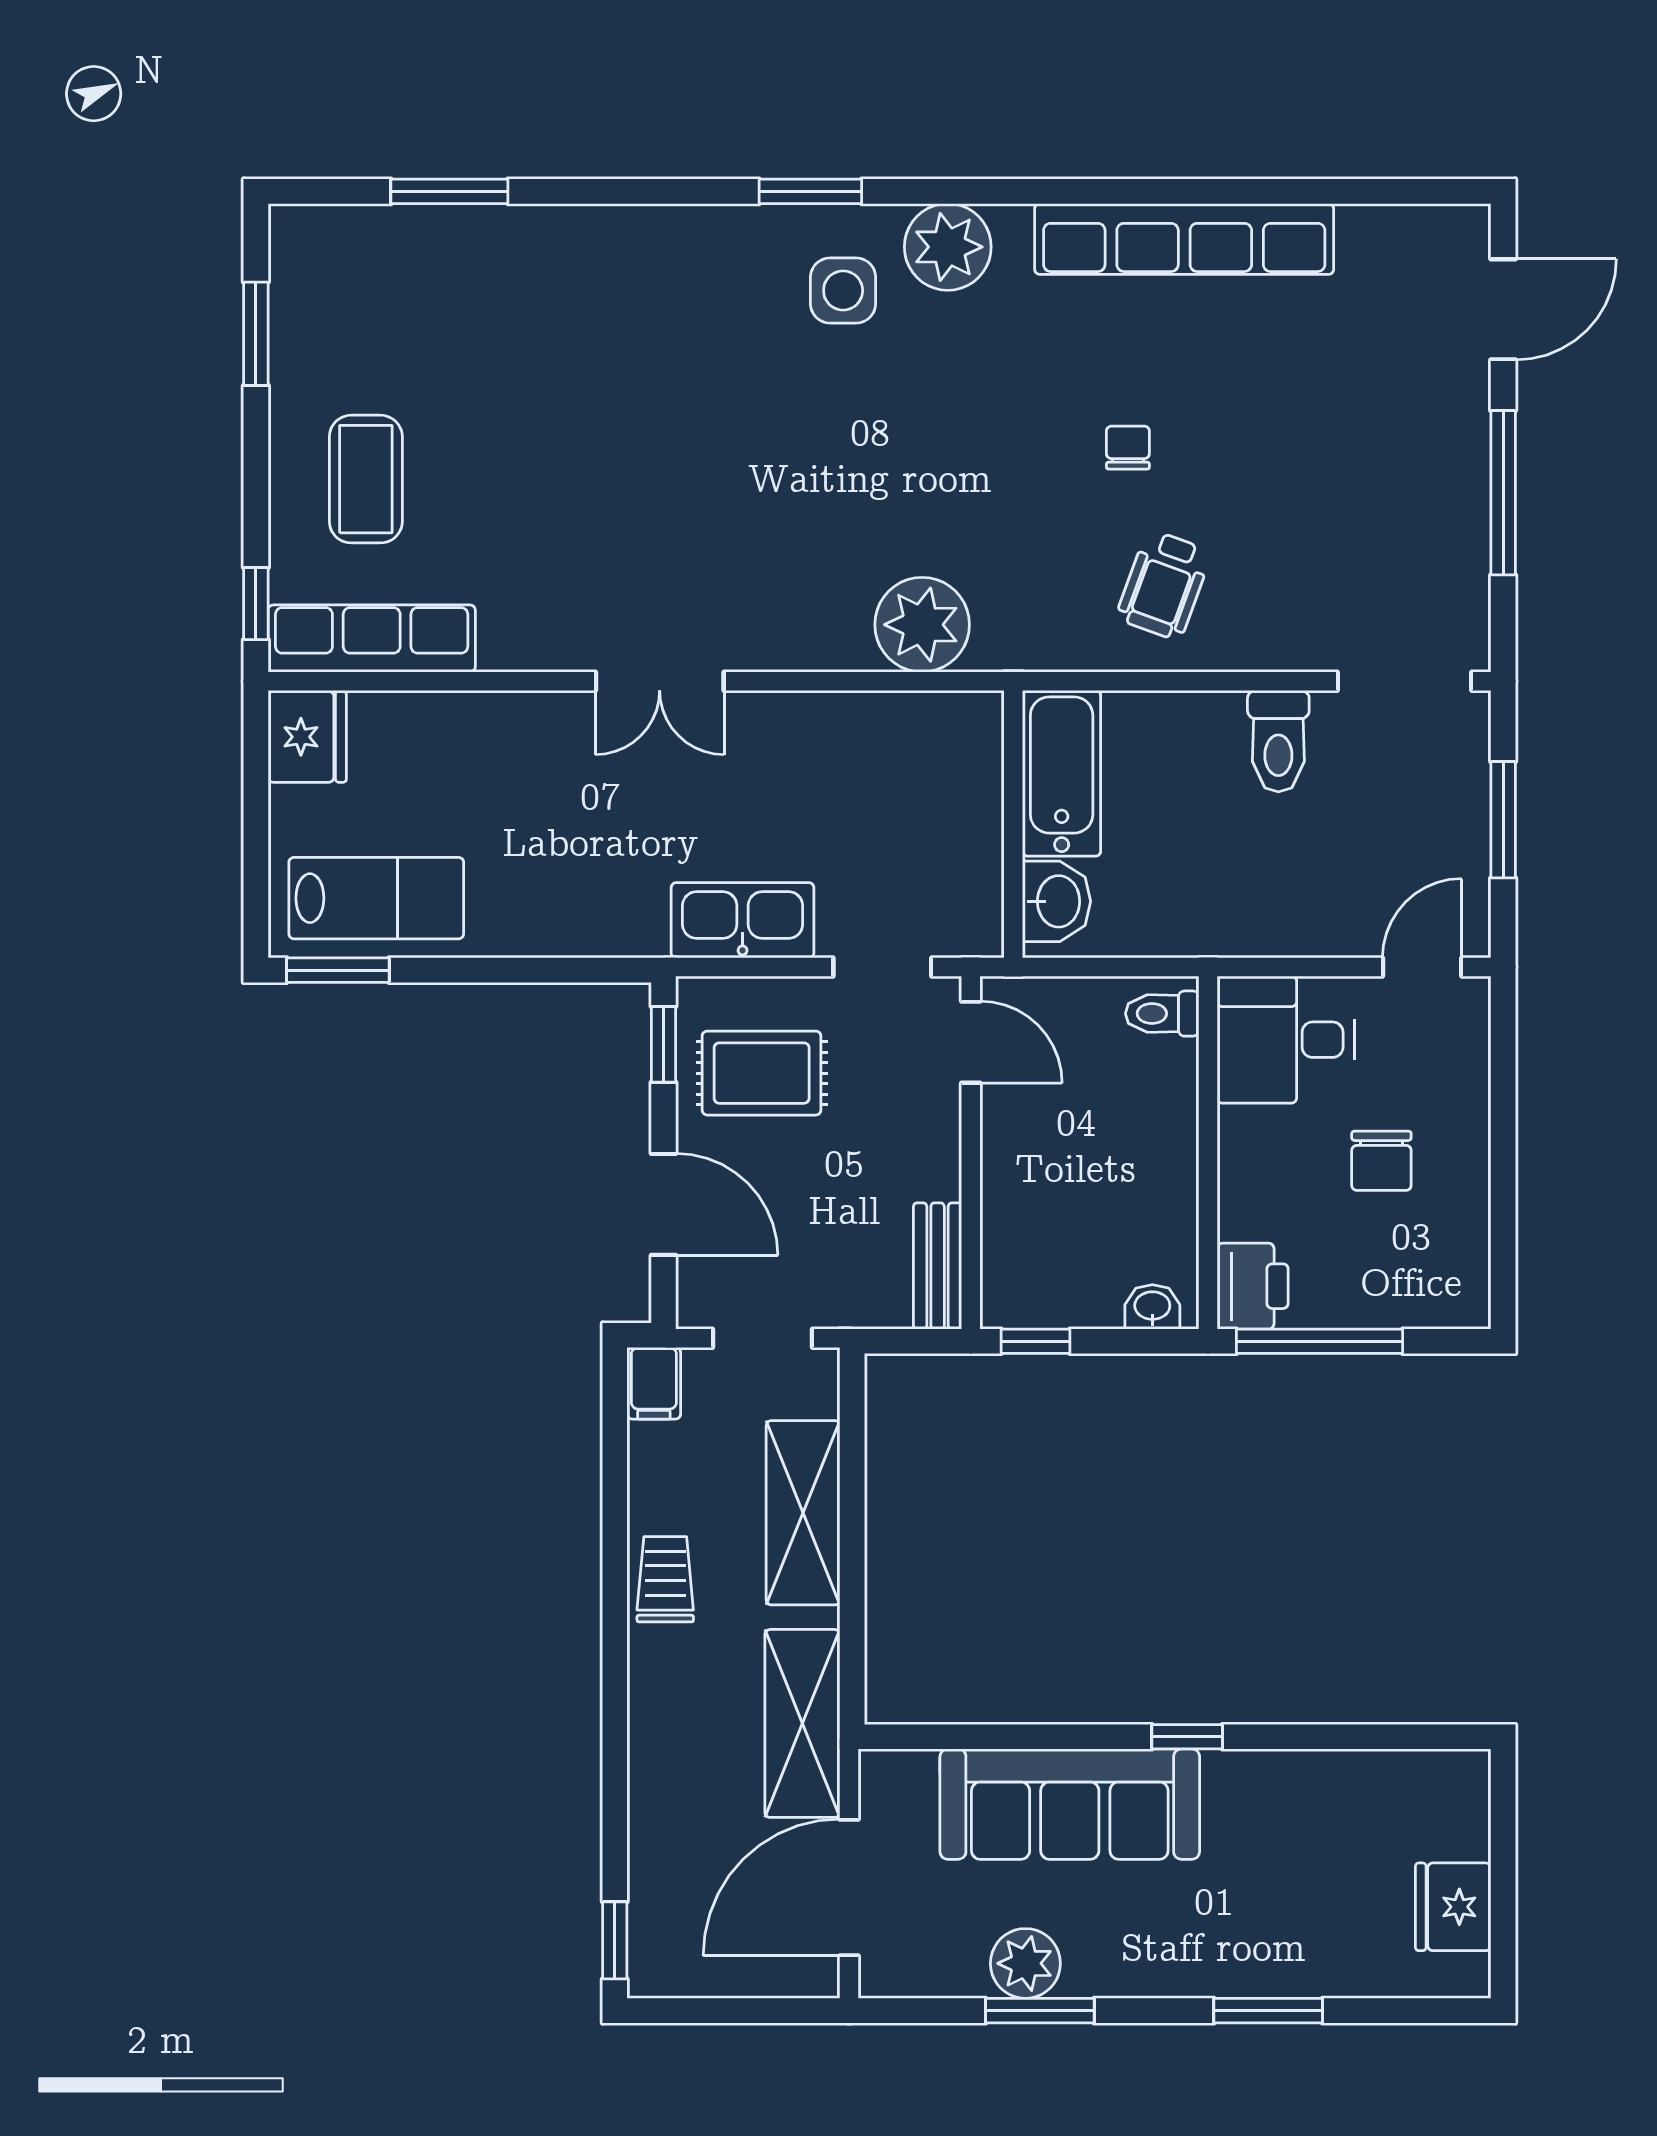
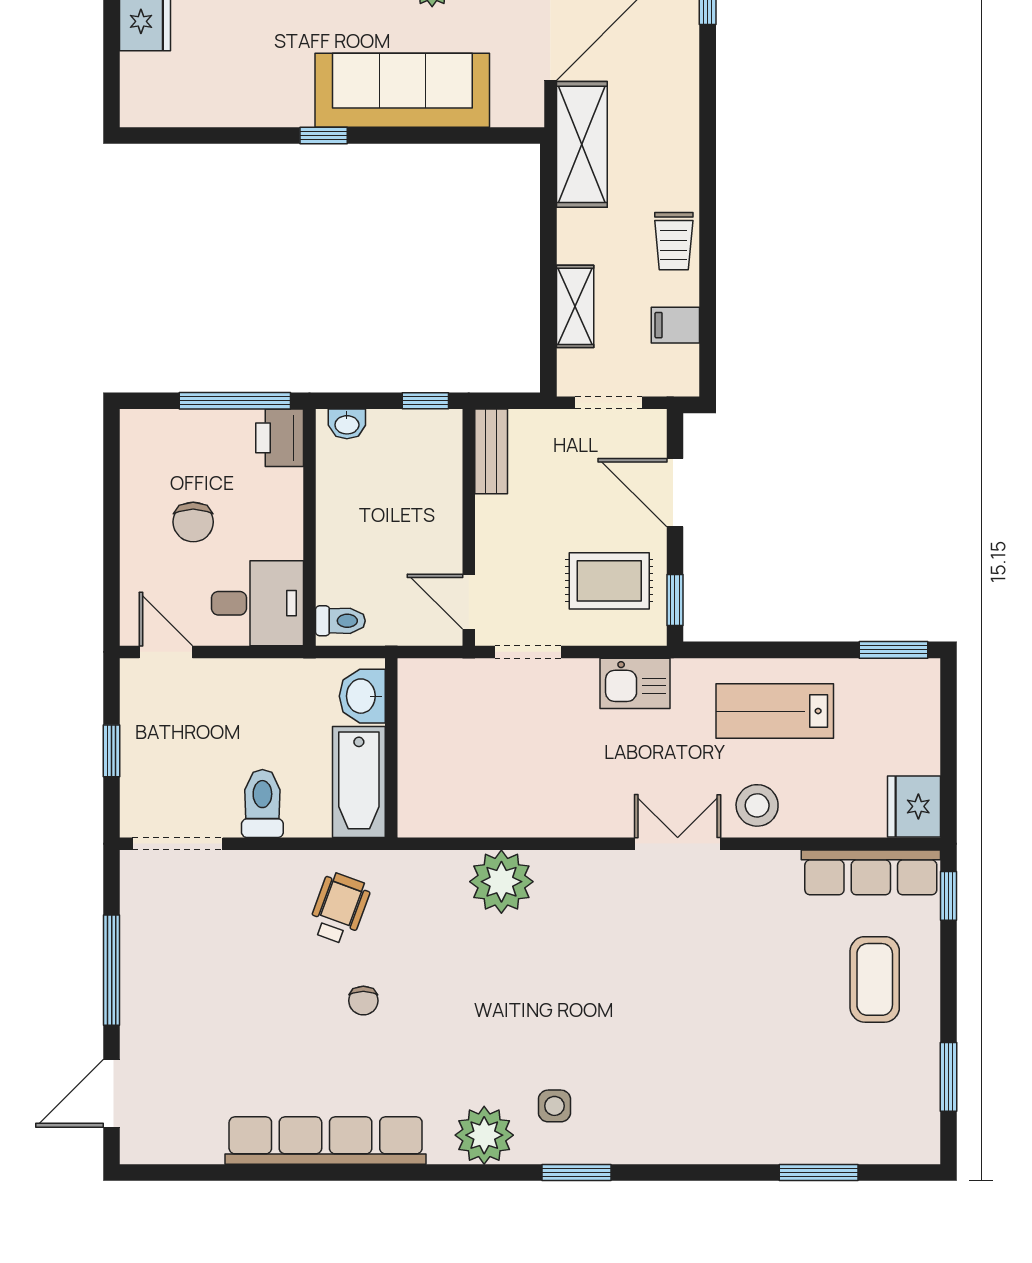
side table: (843, 290) -> (554, 1106), width x0.73, depth x0.73
stool: (541, 738) -> (757, 805), added
bathtub: (1062, 773) -> (359, 782), moved
window: (1503, 820) -> (112, 751), width x0.67
wall: (1013, 824) -> (391, 748), moved
lab bench: (376, 898) -> (775, 711), moved
washbasin: (1057, 901) -> (362, 696), moved
kitchen sink: (743, 920) -> (635, 683), width x0.73
door: (1422, 967) -> (166, 652), swing flipped
chair: (1381, 1161) -> (193, 522), turned 180
filing cabinet: (654, 1383) -> (675, 325), moved, turned -90
shelving: (803, 1513) -> (575, 306), width x0.67, depth x0.75

